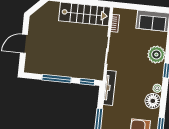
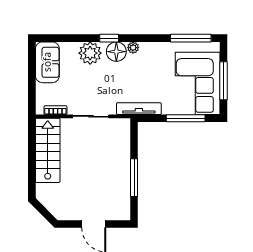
window: (87, 82) -> (134, 138), removed
floor lamp: (153, 101) -> (116, 52), moved

